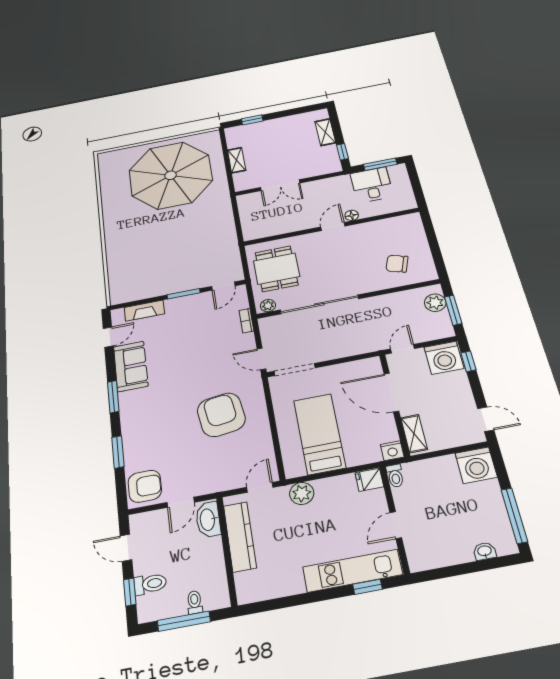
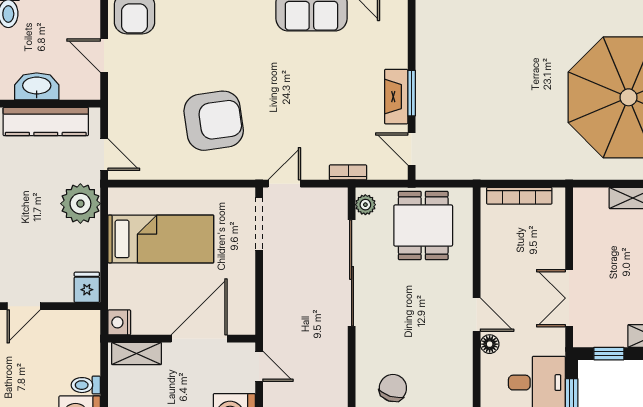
double door: (280, 185) -> (569, 298), moved
bookcase: (246, 219) -> (519, 196), added
dining table: (276, 269) -> (423, 226), turned 90
fireplace: (144, 311) -> (396, 97), moved
toilet: (395, 476) -> (86, 385), moved
plant: (302, 493) -> (80, 204), width x1.36, depth x1.36
washbasin: (208, 520) -> (37, 86), moved
door: (396, 525) -> (24, 306), swing flipped

